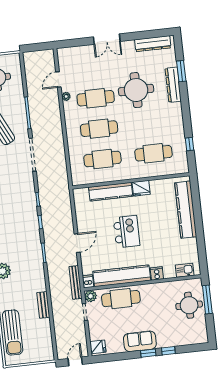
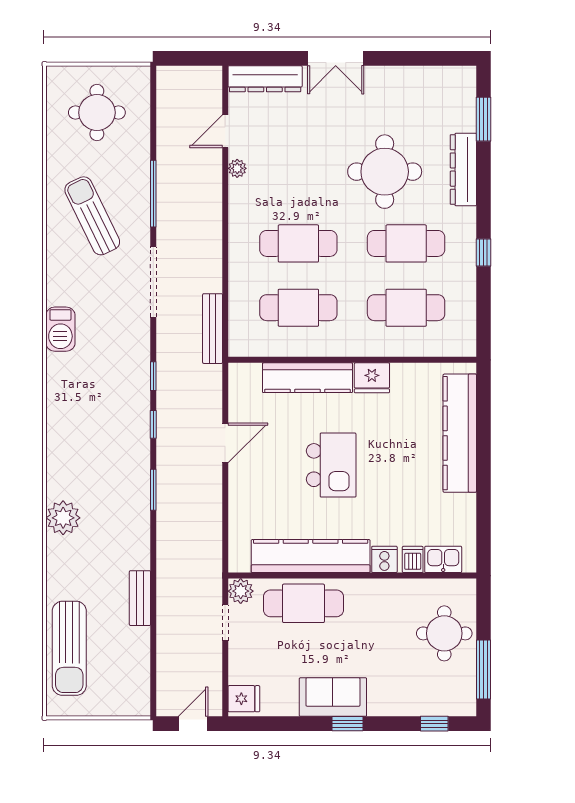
dresser: (153, 44) -> (265, 79), moved
window: (181, 71) -> (484, 119), moved
cafe table: (96, 98) -> (406, 243), moved
window: (190, 144) -> (484, 252), moved
door: (77, 243) -> (225, 443), moved
dishwasher: (88, 281) -> (413, 559), moved
bench: (76, 282) -> (213, 329), moved
window: (207, 300) -> (484, 670), moved
window: (168, 351) -> (434, 724), moved

